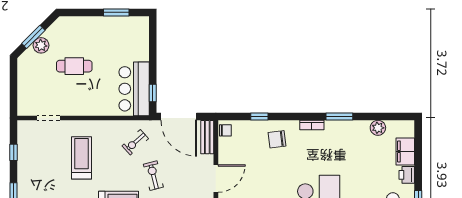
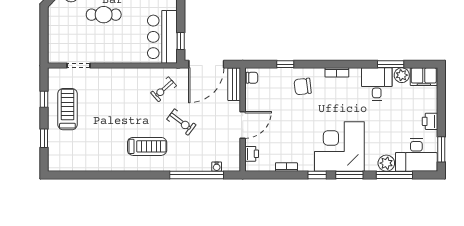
door: (179, 117) -> (206, 64), hinge flipped
window: (339, 117) -> (391, 64), moved
desk: (352, 137) -> (377, 84), added
filing cabinet: (405, 151) -> (424, 77), moved, turned -90
treadmill: (81, 158) -> (67, 109), moved
exercise bike: (153, 176) -> (181, 122), turned 141

